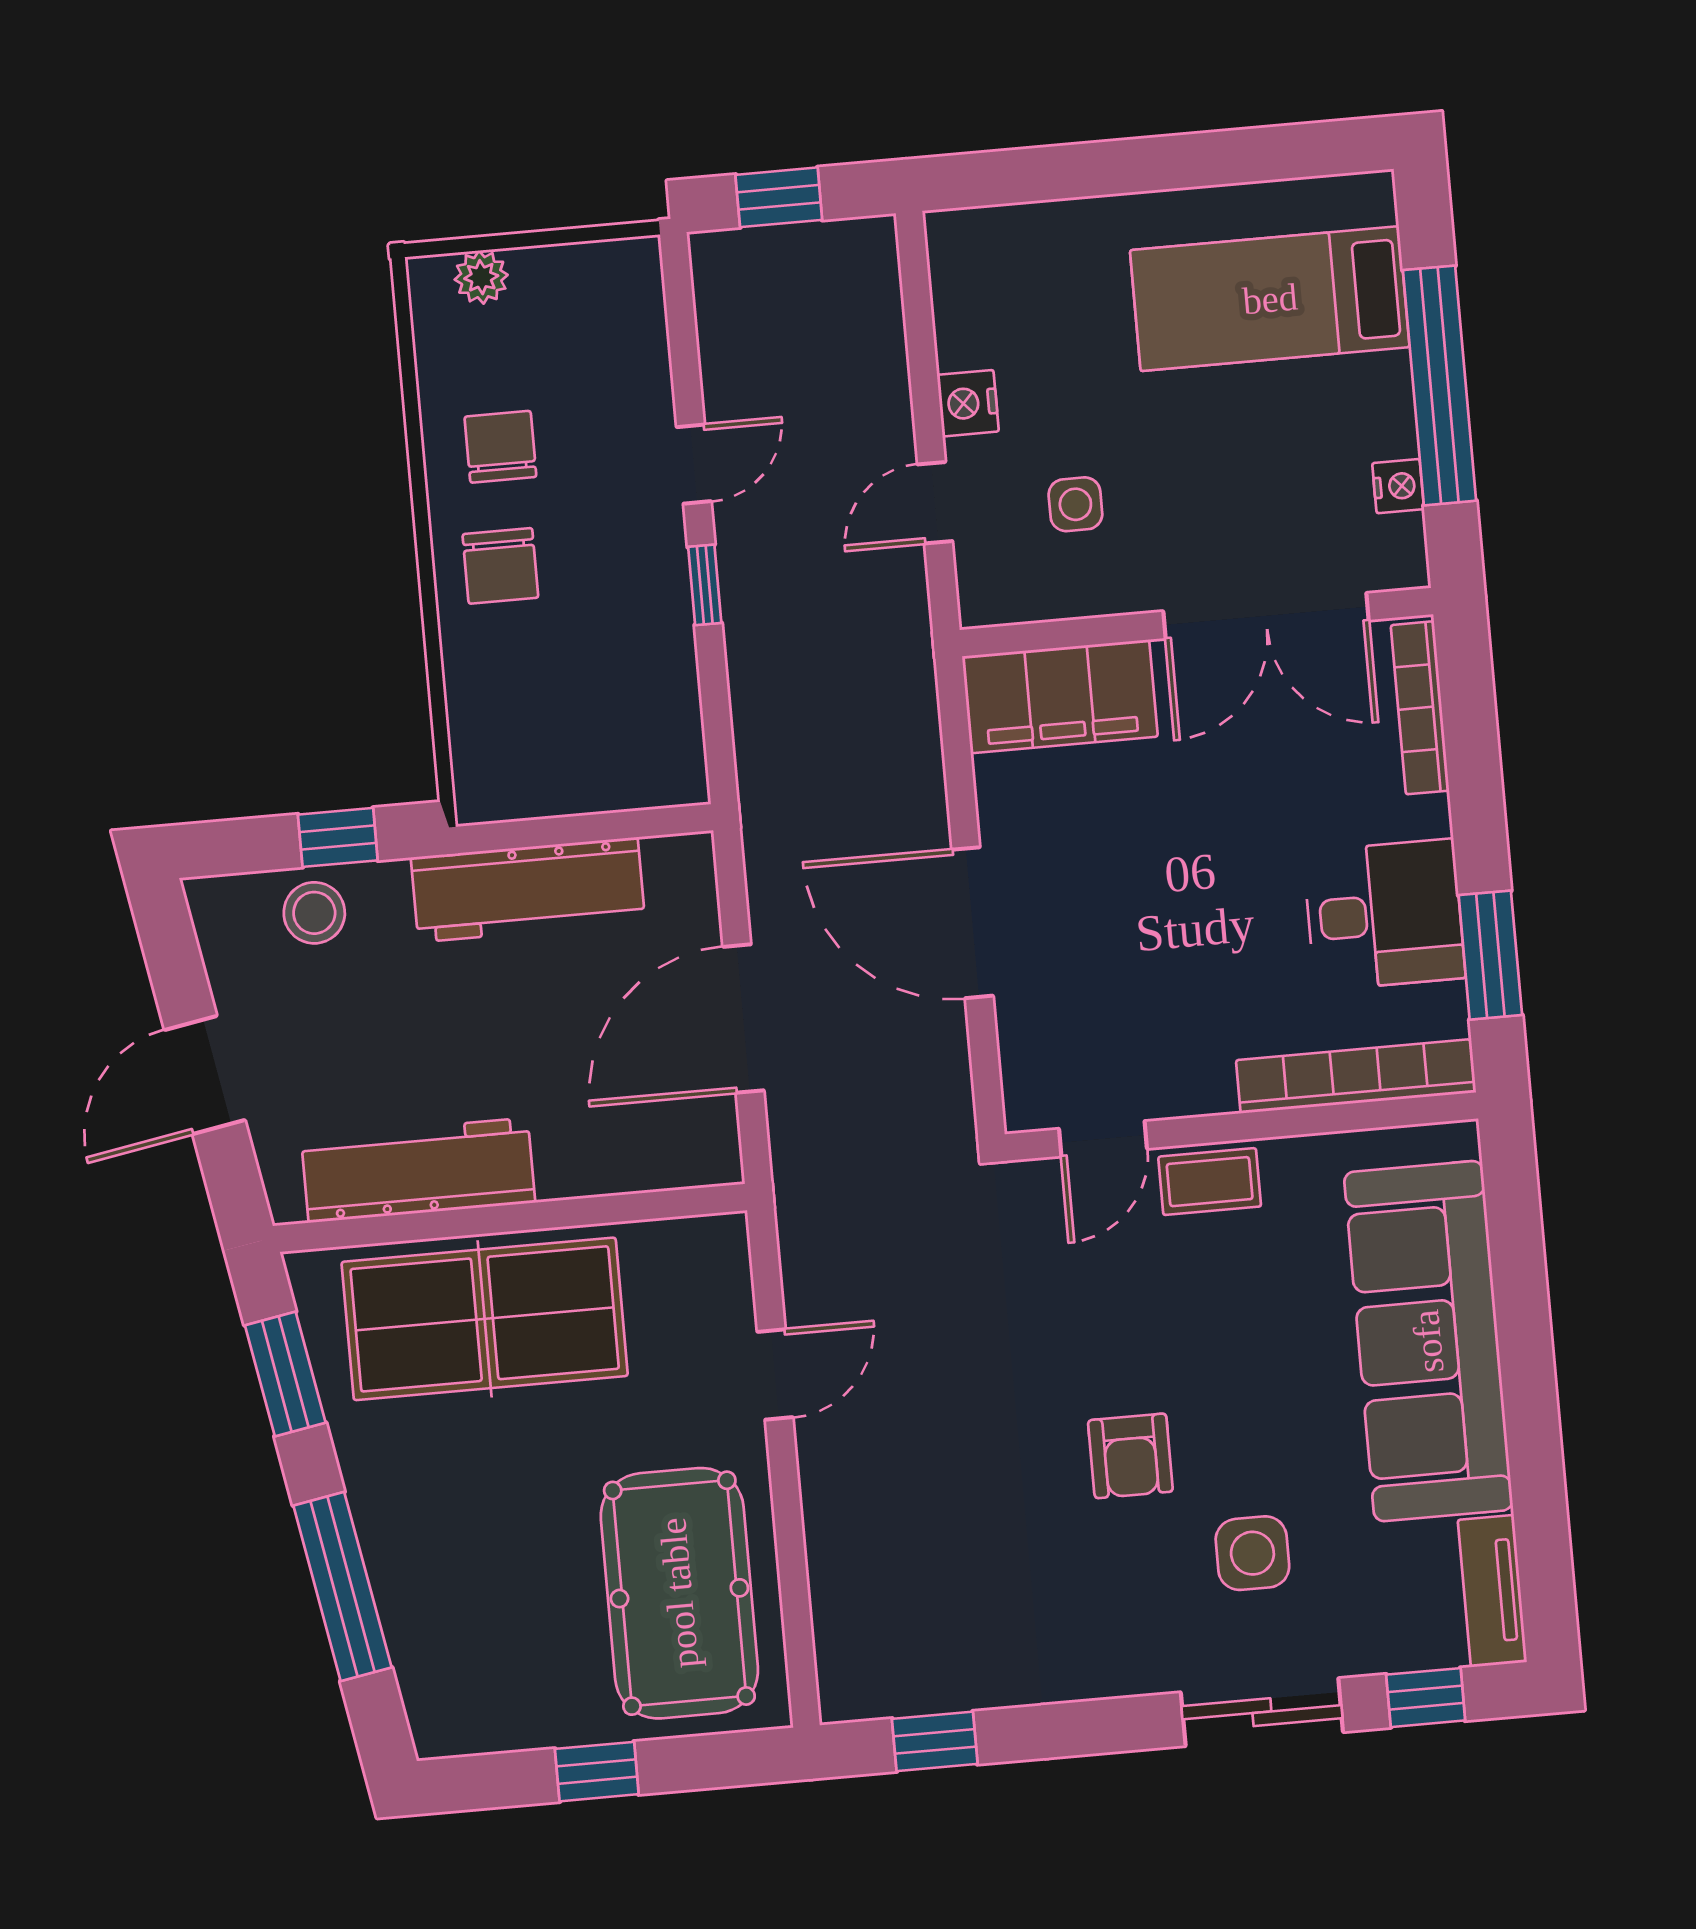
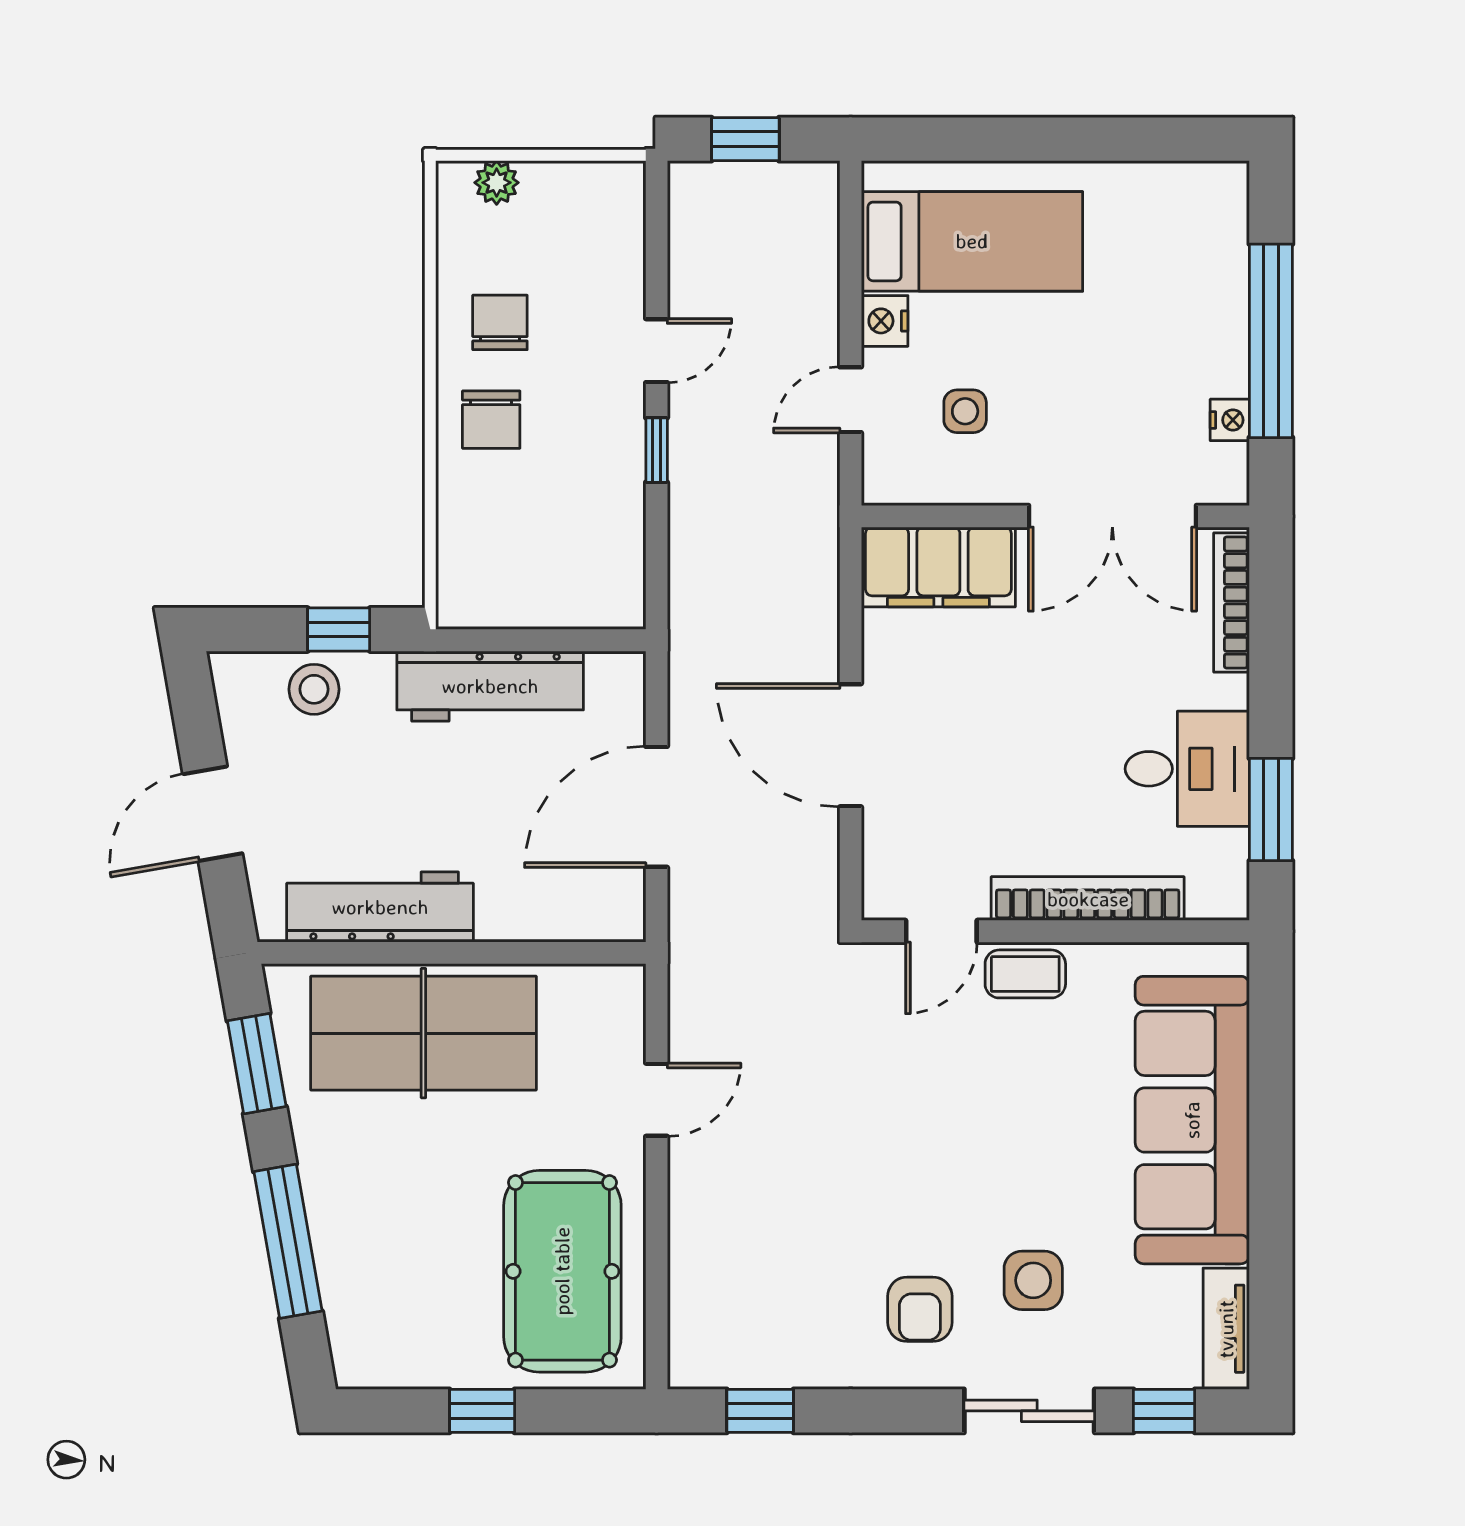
bed: (1270, 299) -> (972, 241), moved, turned 180
bookcase: (1356, 1076) -> (1088, 899), moved
armchair: (1130, 1456) -> (920, 1309), moved

